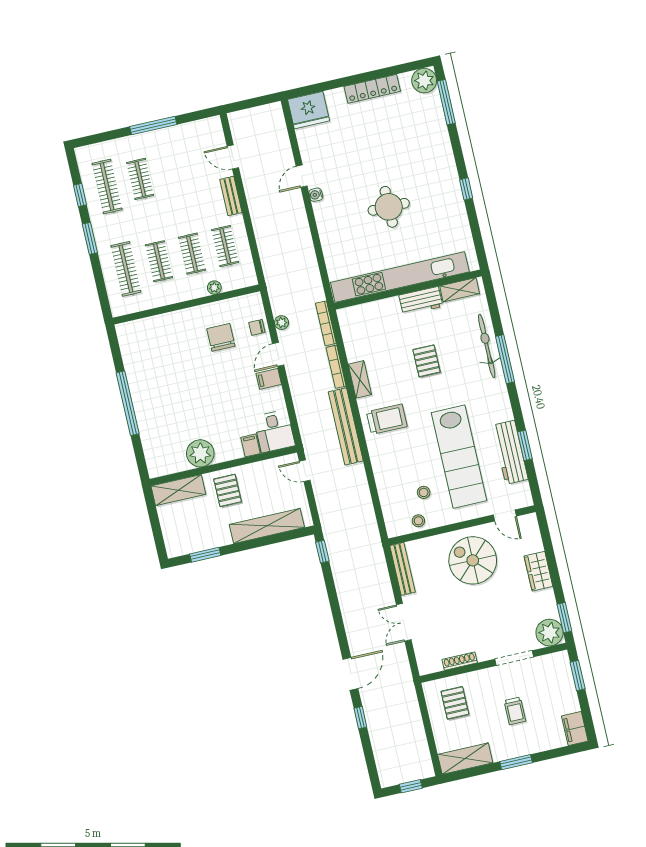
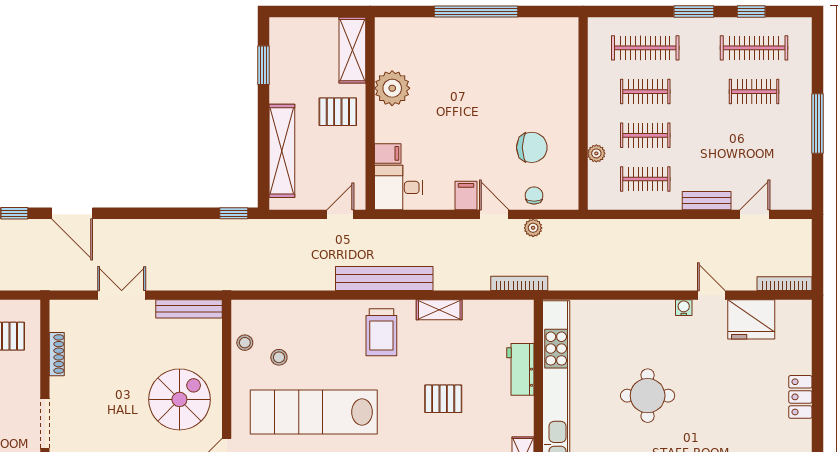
locker: (372, 89) -> (800, 397), width x0.66
fridge: (309, 110) -> (751, 319), moved, turned -90
workbench: (421, 301) -> (520, 369), moved
bookcase: (336, 367) -> (784, 284), moved

